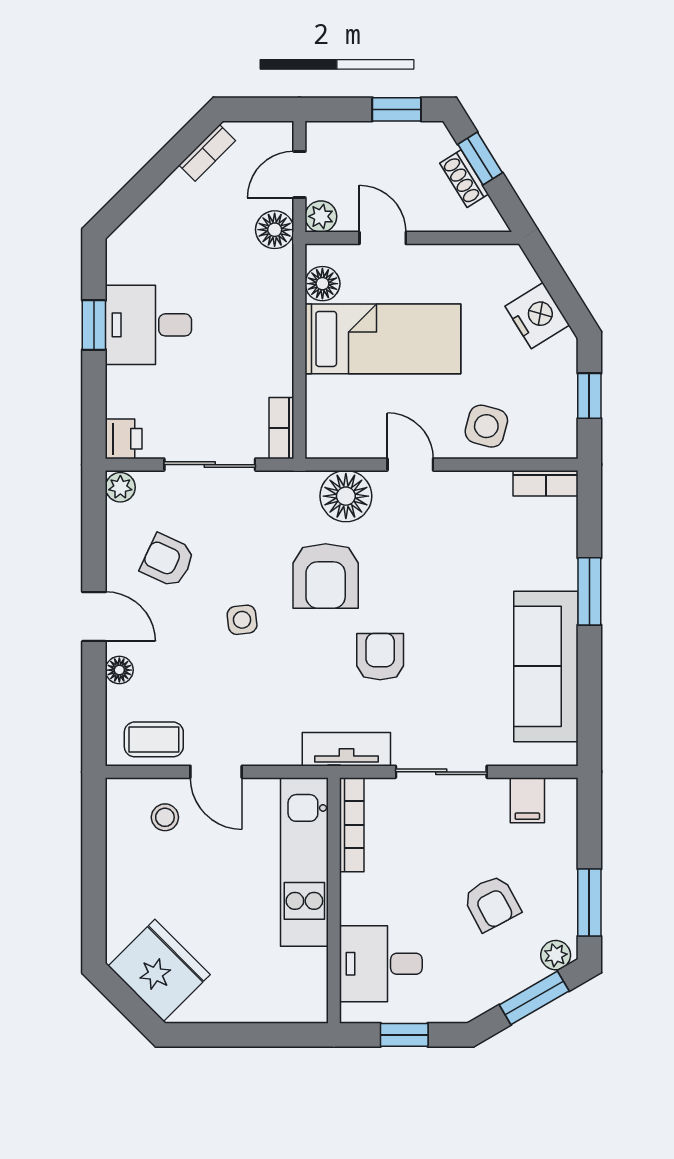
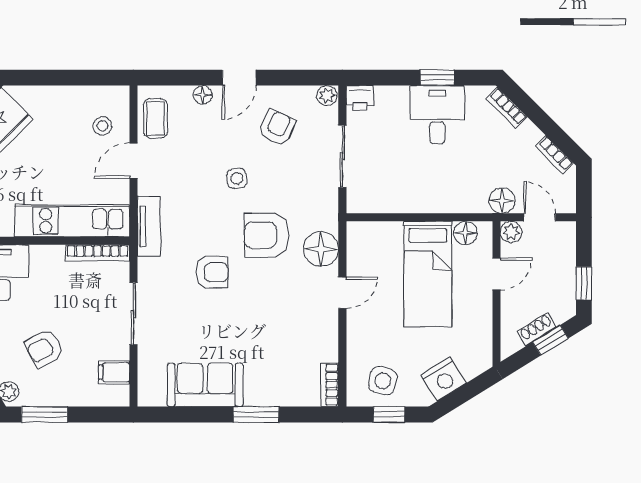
side table: (486, 426) -> (383, 381), moved
bookcase: (281, 428) -> (507, 108), moved, turned -135
sofa: (546, 666) -> (205, 385), width x0.73
tv unit: (346, 749) -> (149, 226), moved

